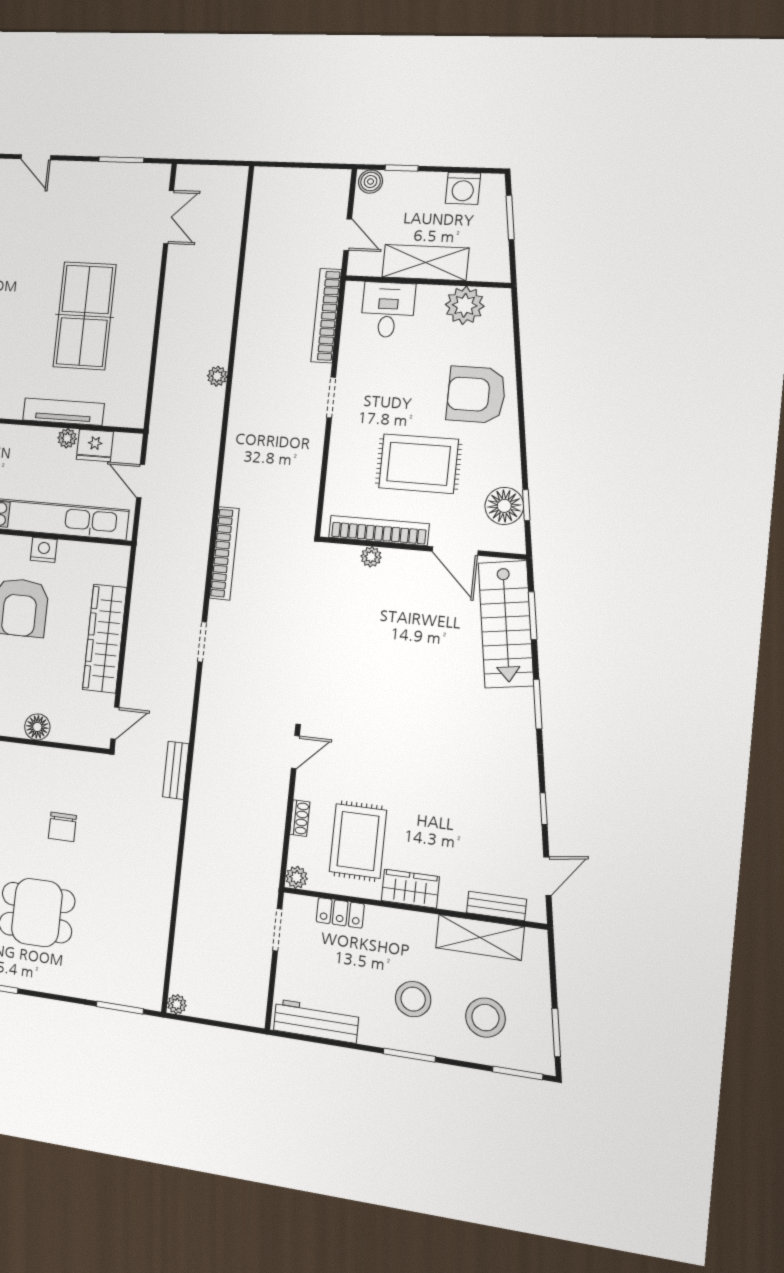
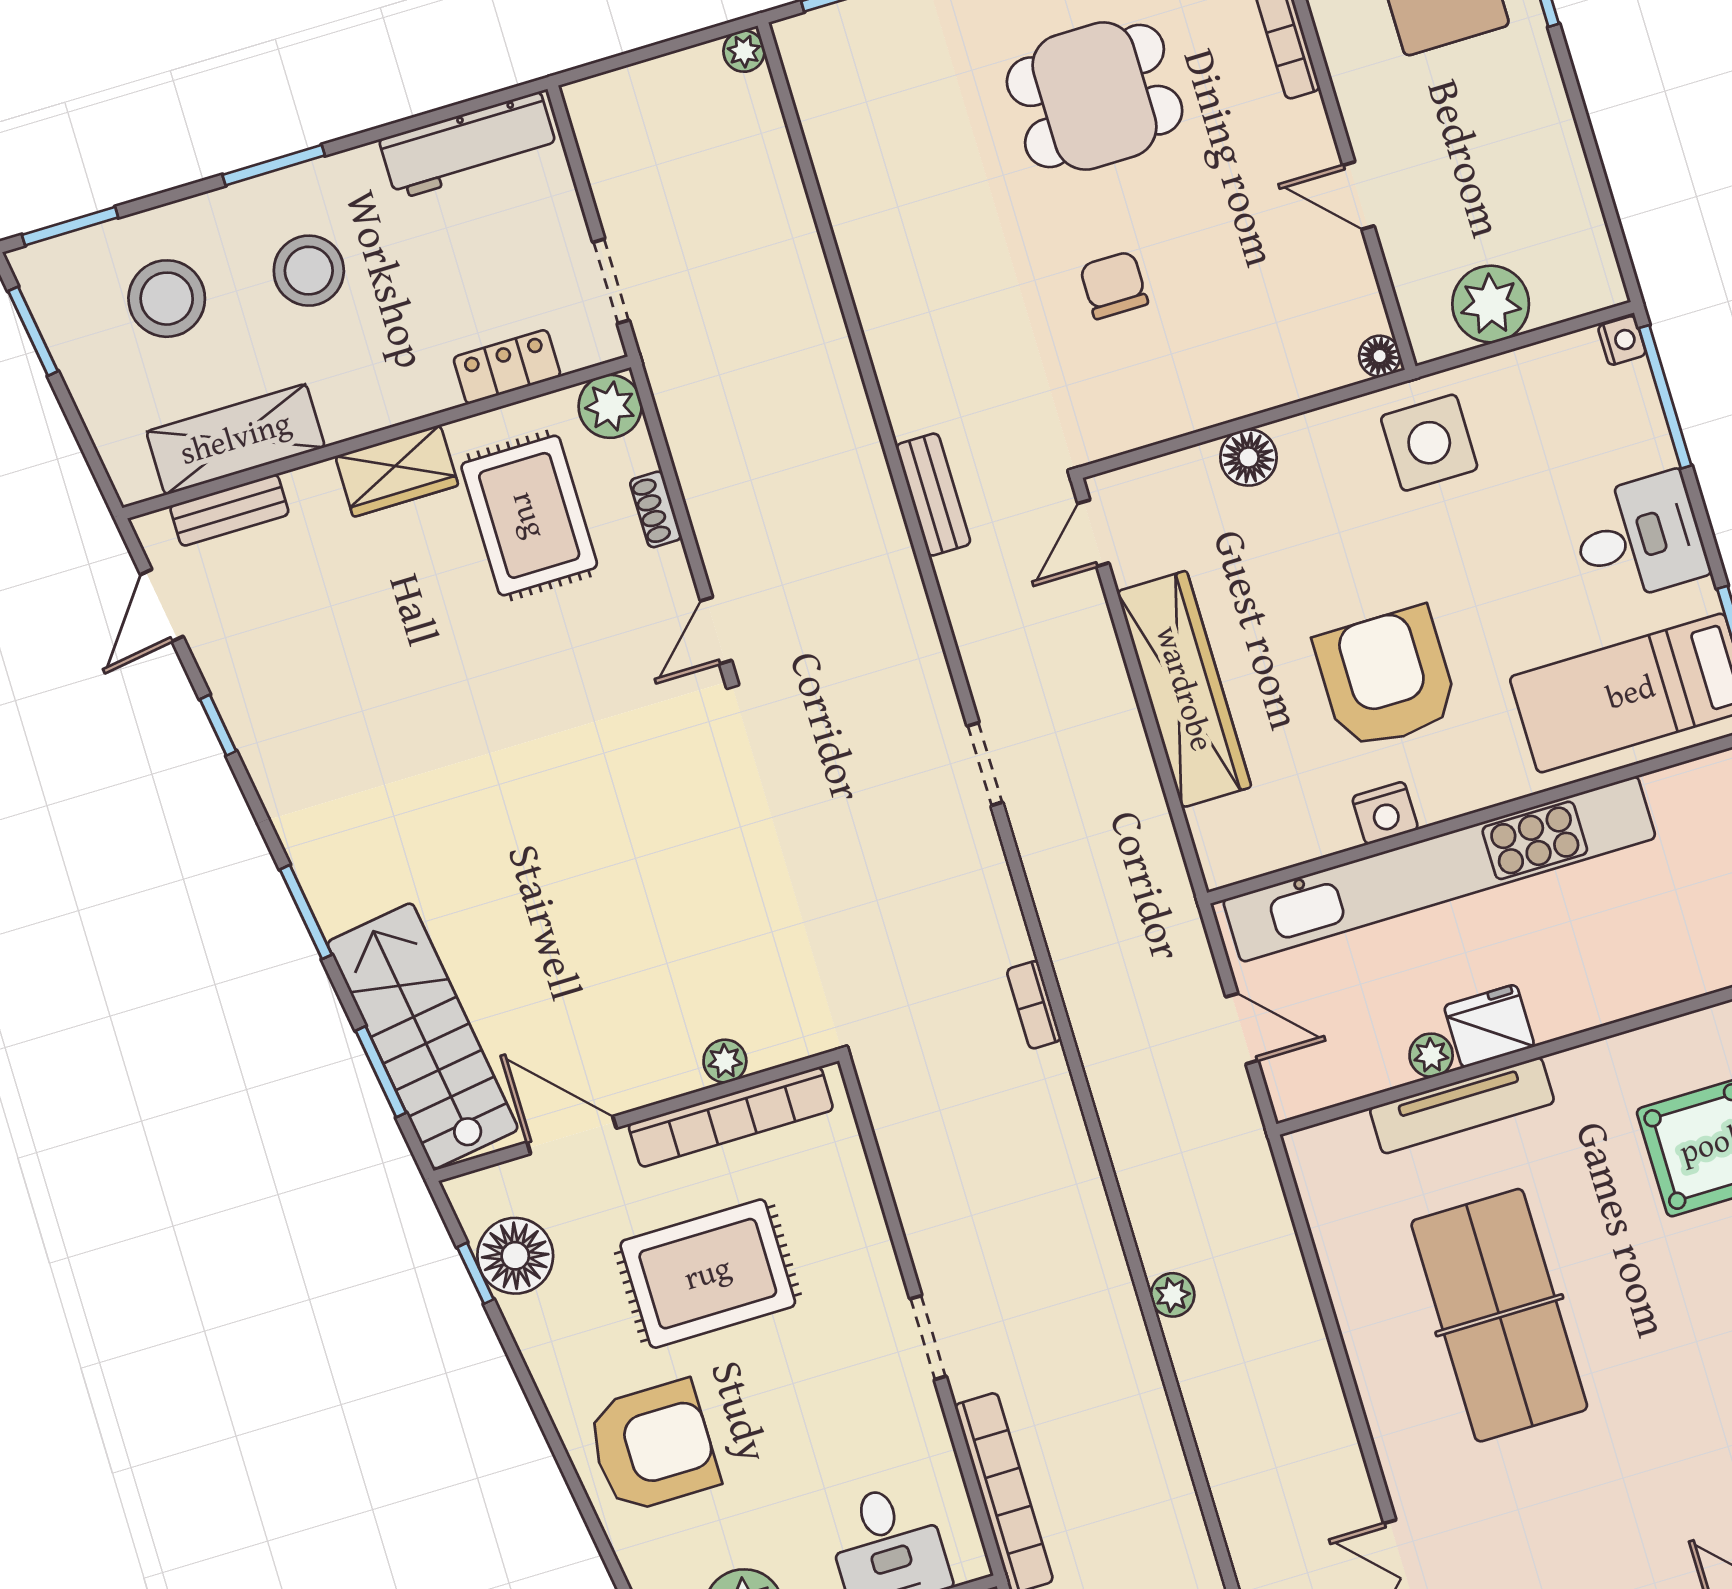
fridge: (95, 445) -> (1489, 1026), moved
bookcase: (224, 553) -> (1034, 1005), width x0.43, depth x0.76
plant: (297, 877) -> (610, 406), width x1.38, depth x1.38

